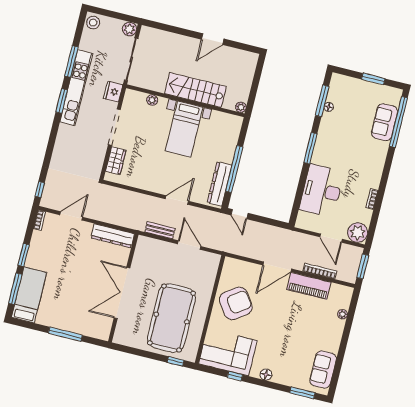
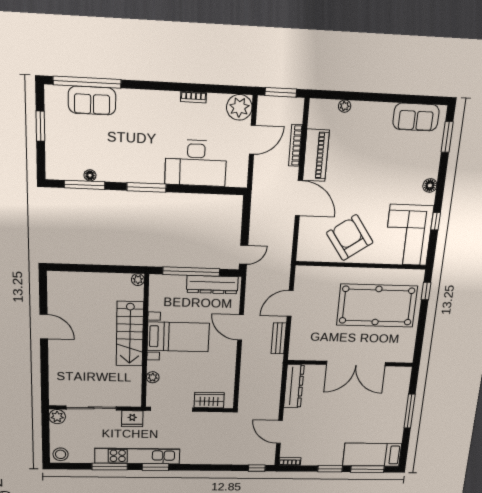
stairs: (195, 90) -> (130, 334), moved
plant: (152, 100) -> (153, 377), moved
wall: (185, 101) -> (145, 342), moved
plant: (241, 107) -> (138, 280), moved
bed with nightstands: (184, 129) -> (178, 337), moved

